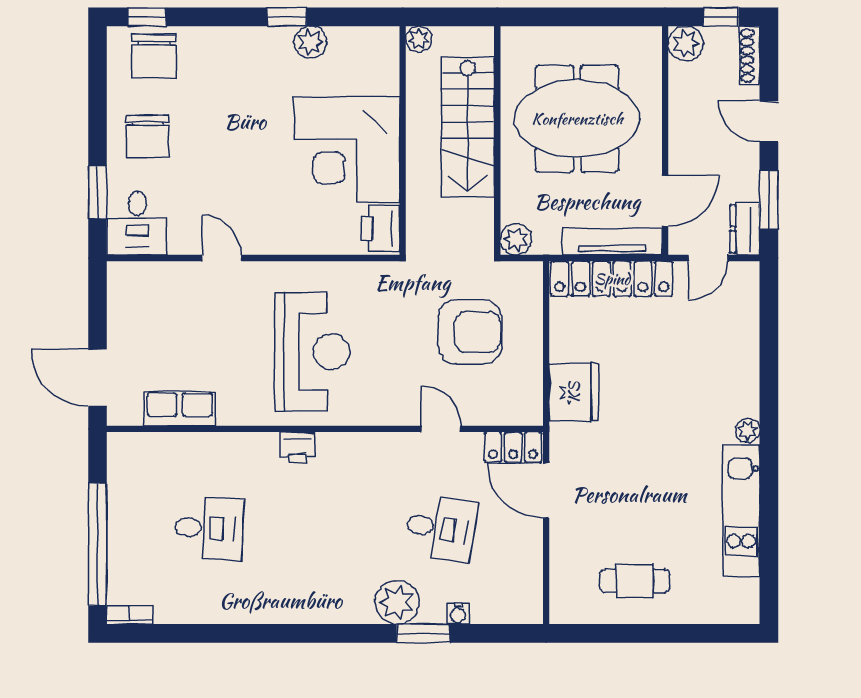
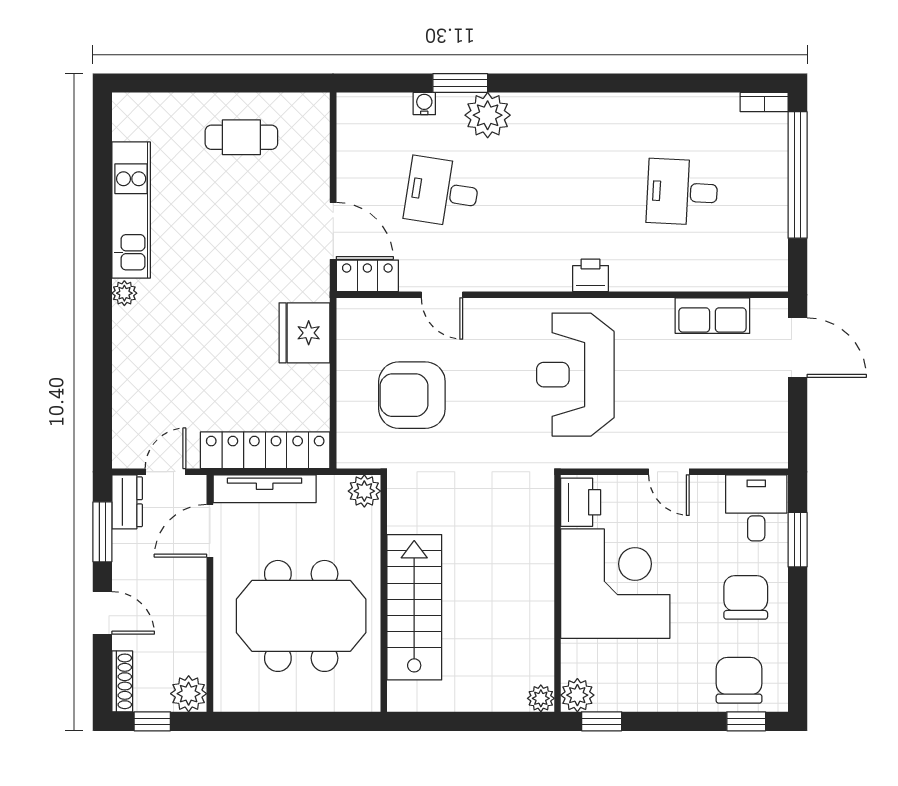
plant: (419, 39) -> (541, 698), moved
wall: (403, 140) -> (557, 593), moved
corner desk: (347, 150) -> (615, 584), moved
printer: (380, 228) -> (581, 502), moved

